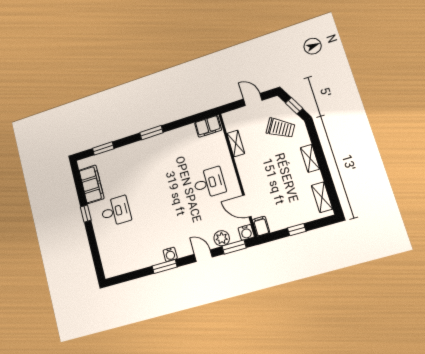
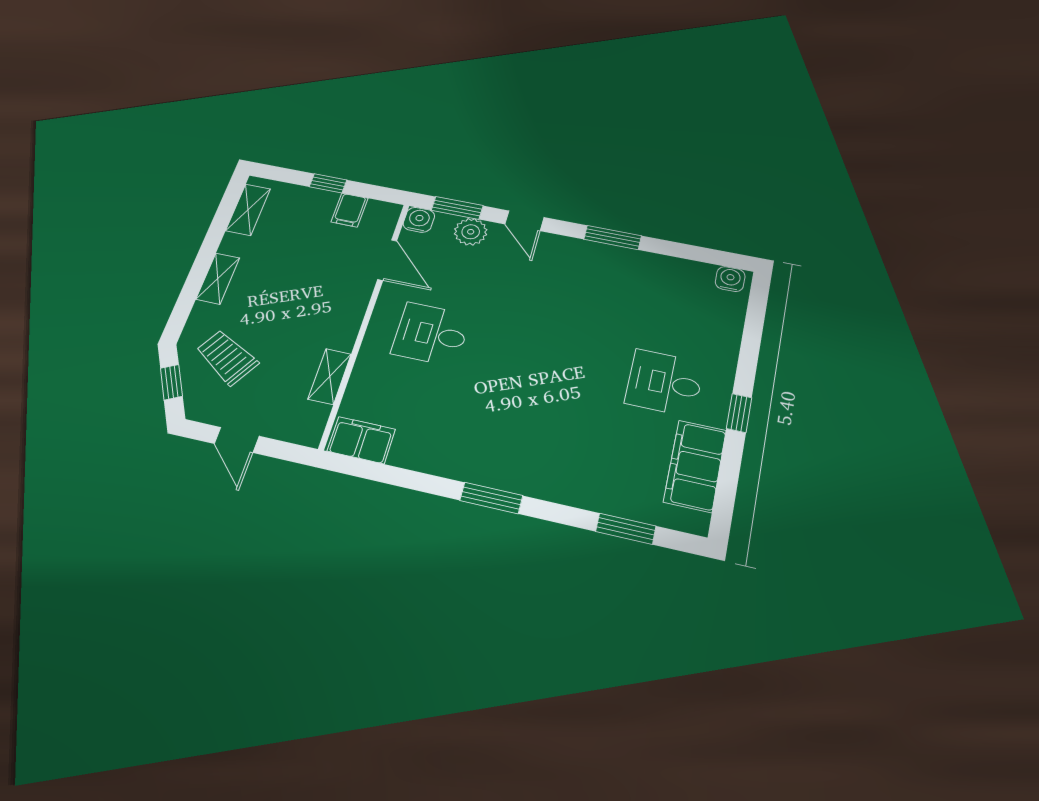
filing cabinet: (261, 226) -> (350, 210), moved
water cooler: (170, 254) -> (730, 279), moved

